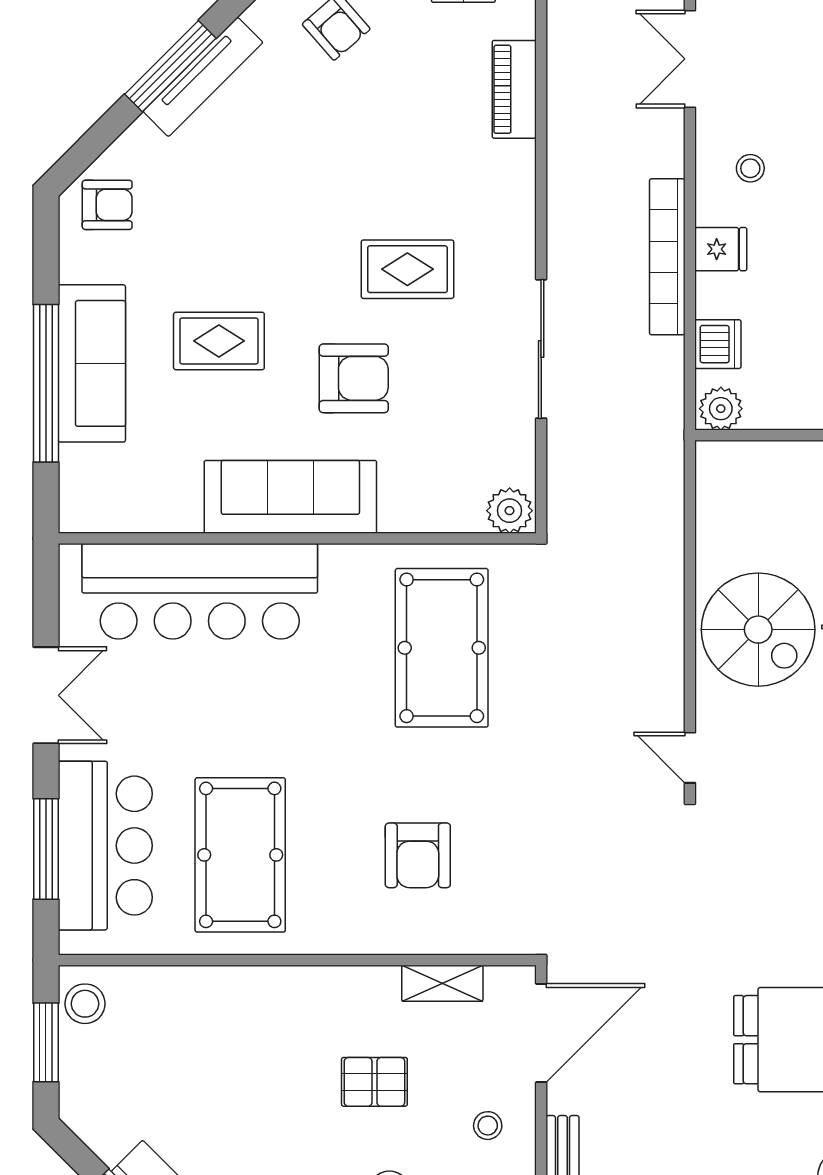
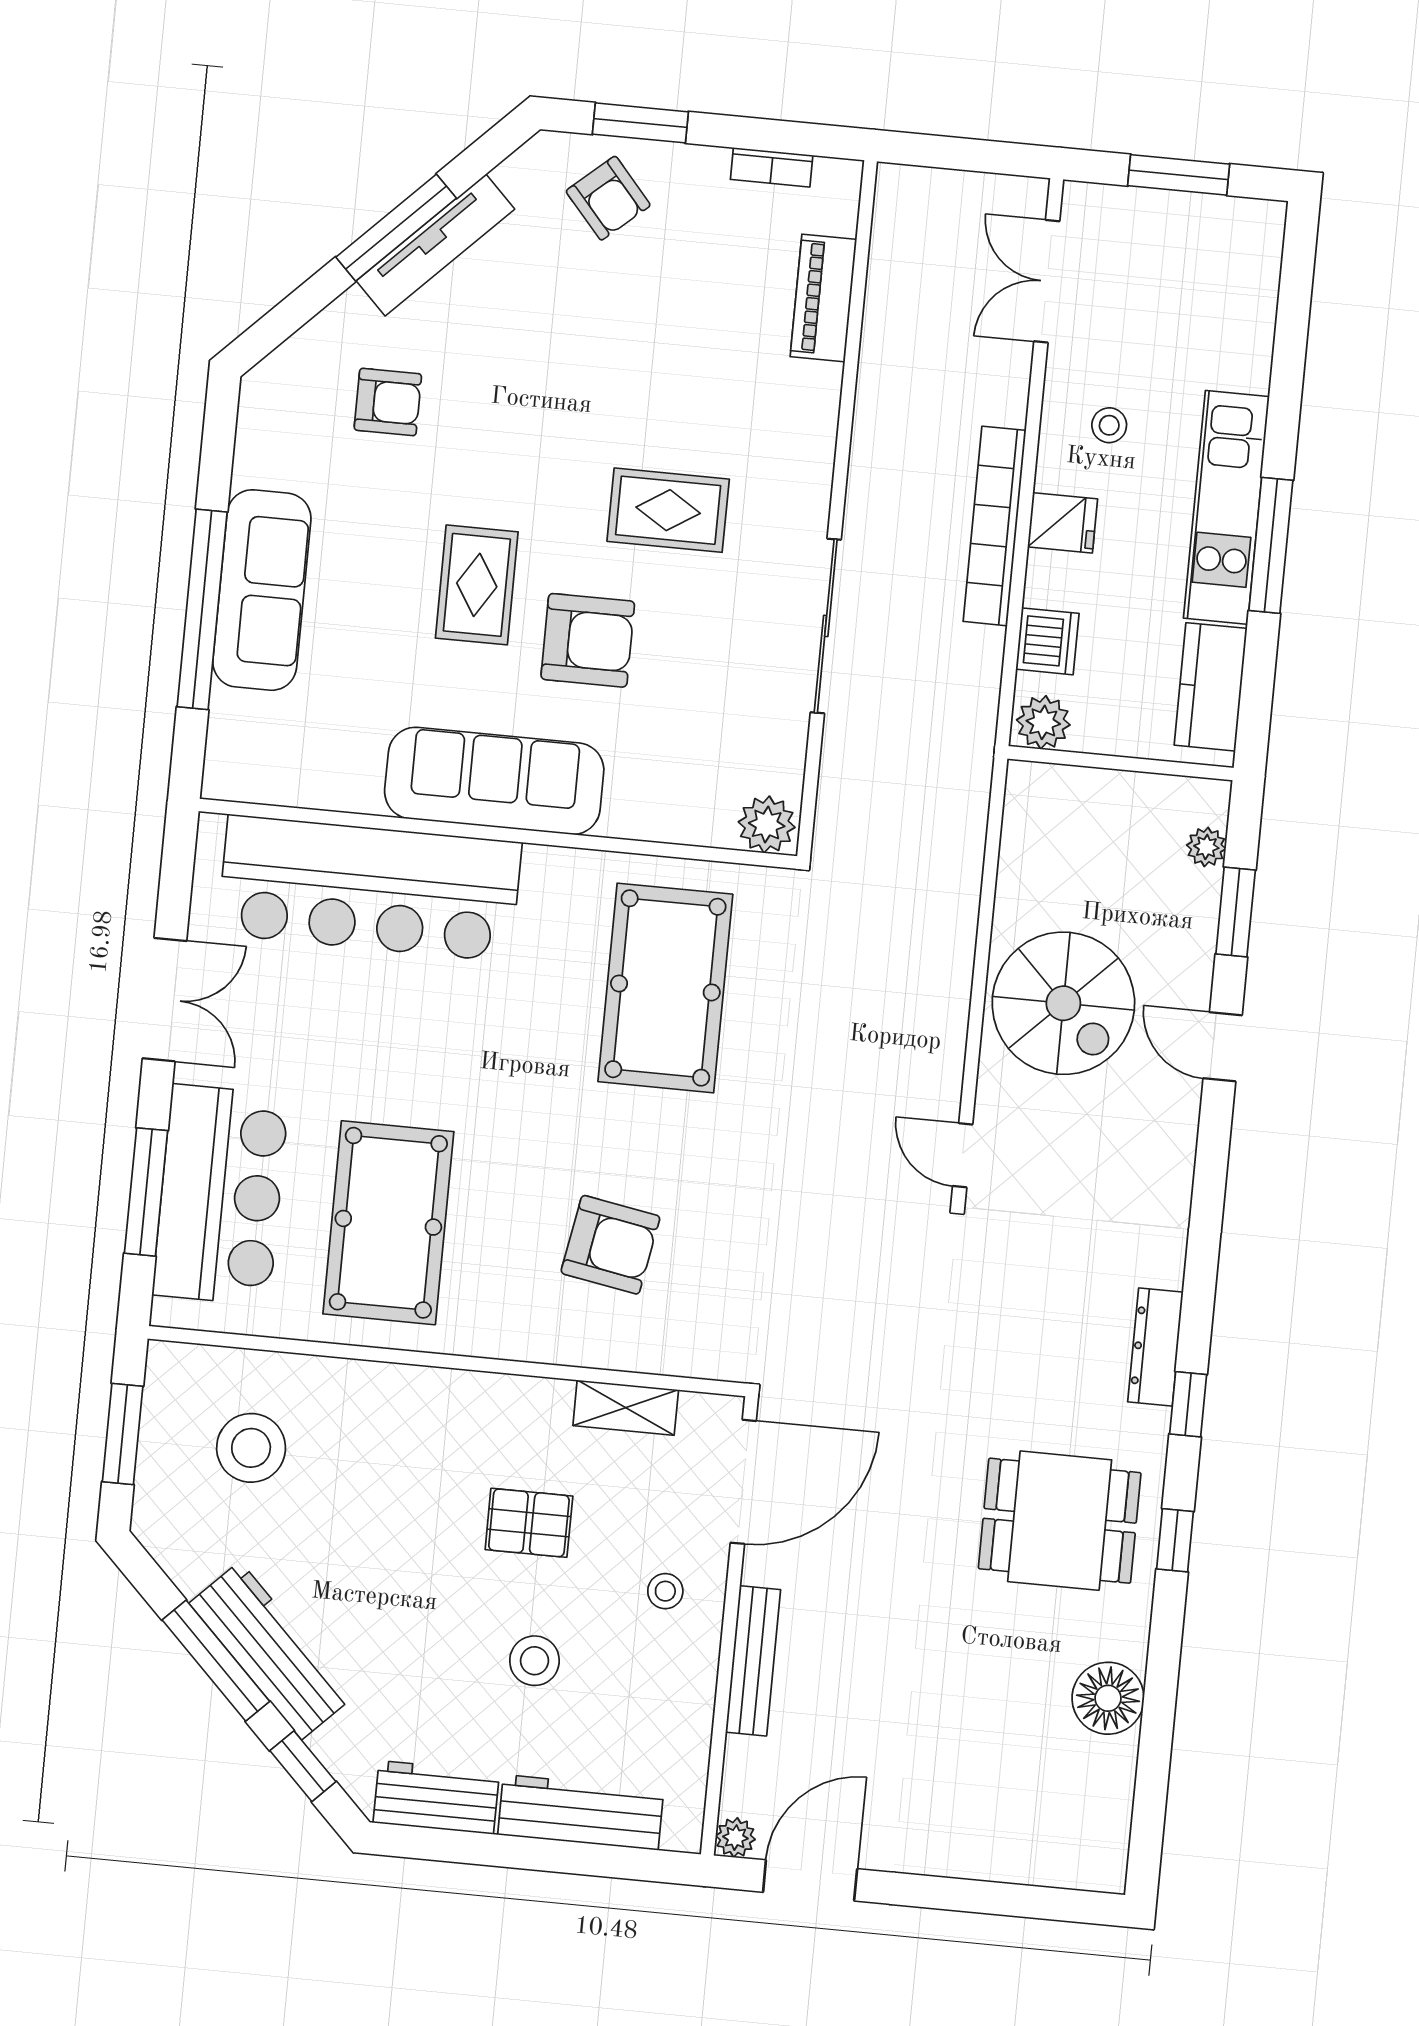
armchair: (107, 205) -> (388, 402), moved
rug: (219, 341) -> (477, 585), moved, turned 90
armchair: (418, 855) -> (610, 1245), turned -80
stool: (85, 1004) -> (251, 1448), moved, width x1.38, depth x1.38

